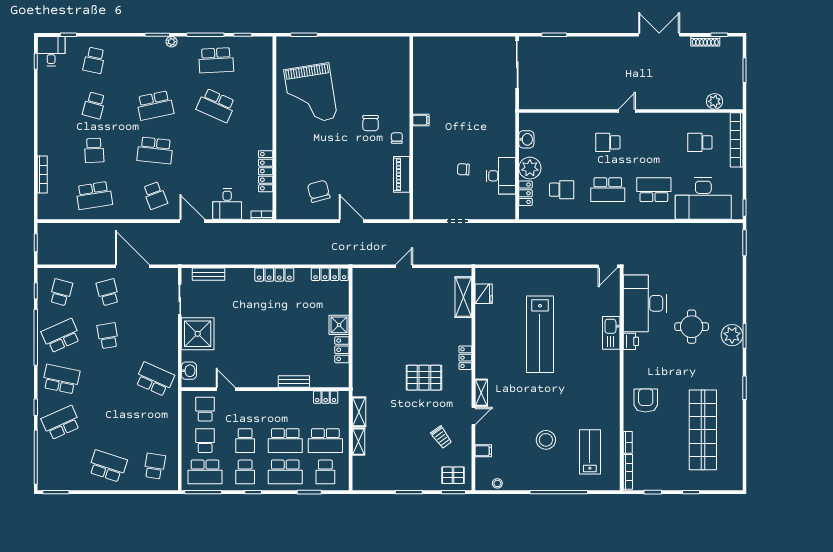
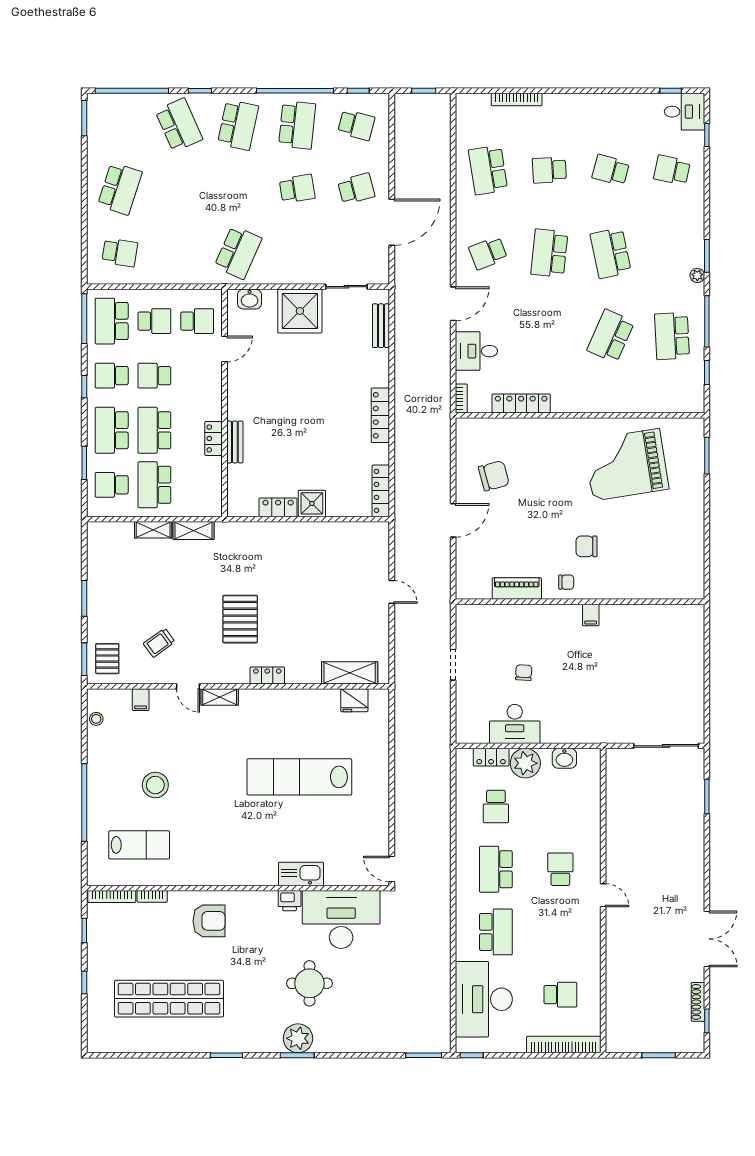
plant: (715, 101) -> (616, 1014), removed
school desk: (700, 142) -> (560, 995), turned 90
school desk: (61, 336) -> (297, 125), turned 30
locker: (326, 397) -> (214, 438), moved

